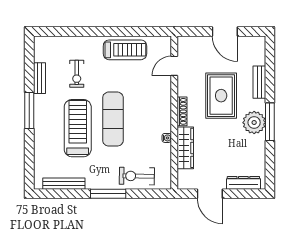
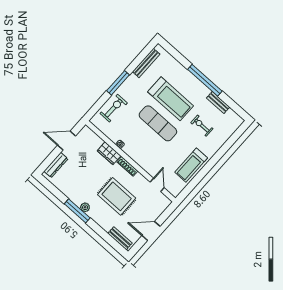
bench: (259, 82) -> (120, 238), moved
window: (29, 111) -> (205, 80), width x1.46
plant: (254, 123) -> (85, 207), width x0.53, depth x0.53
wardrobe: (185, 148) -> (109, 153), width x0.67

